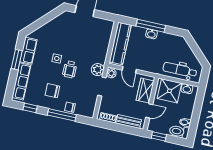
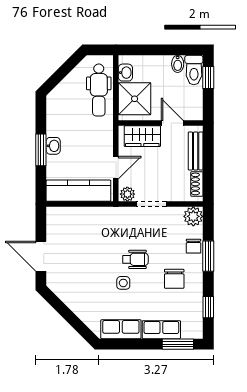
window: (151, 26) -> (41, 150), width x0.69
window: (17, 60) -> (178, 344), moved
plant: (98, 70) -> (193, 216), moved
row of seats: (21, 81) -> (161, 330), width x0.68
window: (62, 115) -> (208, 256), width x0.69
window: (159, 136) -> (208, 78), moved

